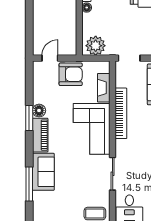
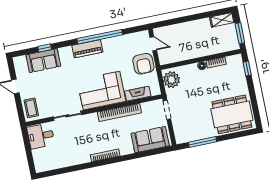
floor lamp: (39, 111) -> (108, 44), removed
window: (29, 118) -> (100, 37), width x2.11
sofa: (43, 172) -> (43, 61), moved
window: (29, 184) -> (45, 48), width x0.46

